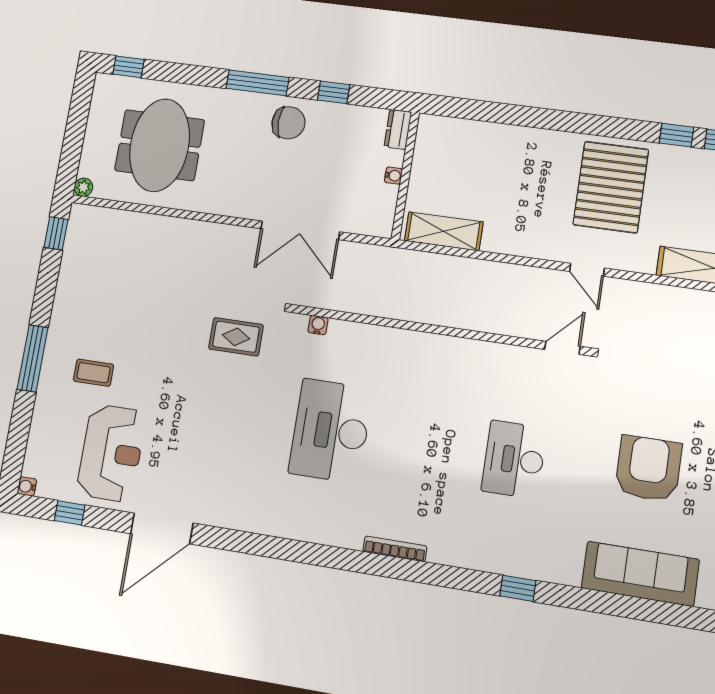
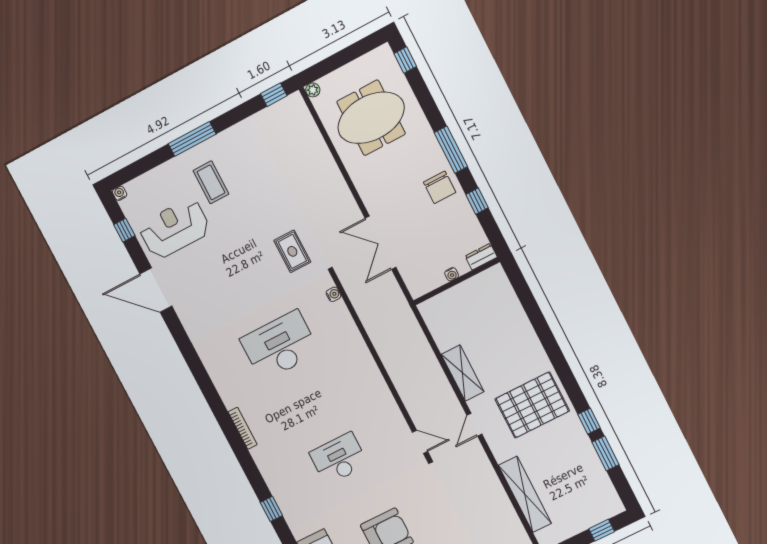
shelving: (444, 231) -> (463, 373), moved
coffee table: (94, 373) -> (211, 182), width x1.36, depth x1.30
reception desk: (111, 453) -> (175, 229), turned 180

